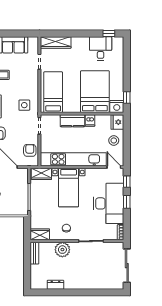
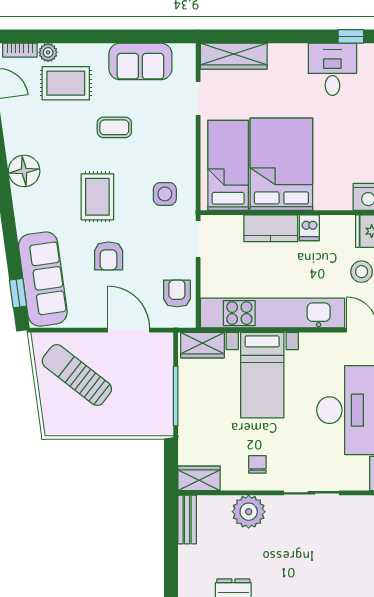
bed: (95, 92) -> (281, 164), moved

